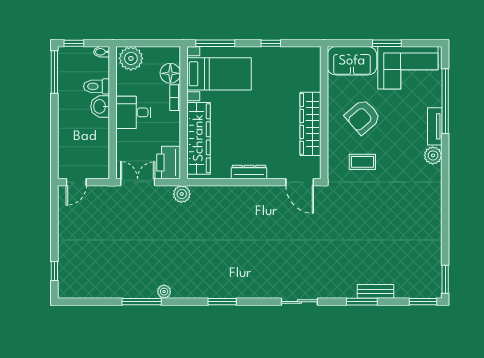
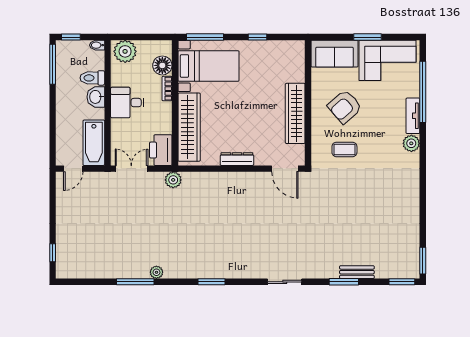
bathtub: (98, 155) -> (94, 143), added

